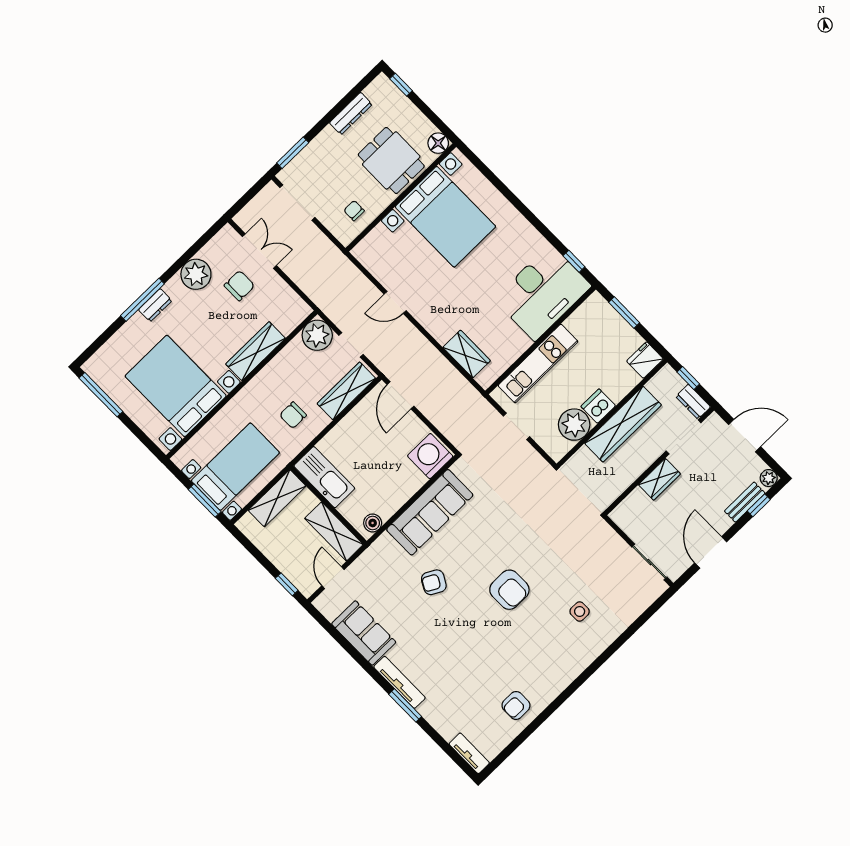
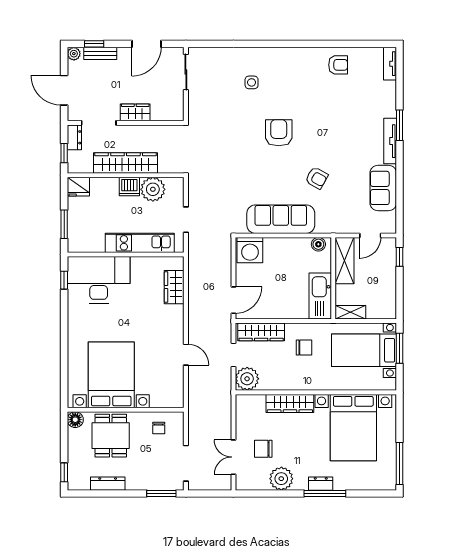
shelving: (277, 498) -> (350, 312), width x0.67, depth x0.75

